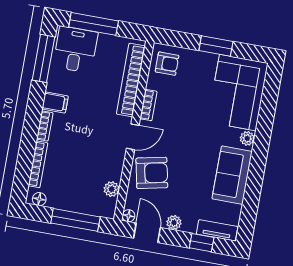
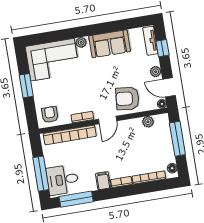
door: (133, 137) -> (108, 120), swing flipped
armchair: (152, 173) -> (127, 99), turned -72
door: (147, 233) -> (169, 87), hinge flipped

